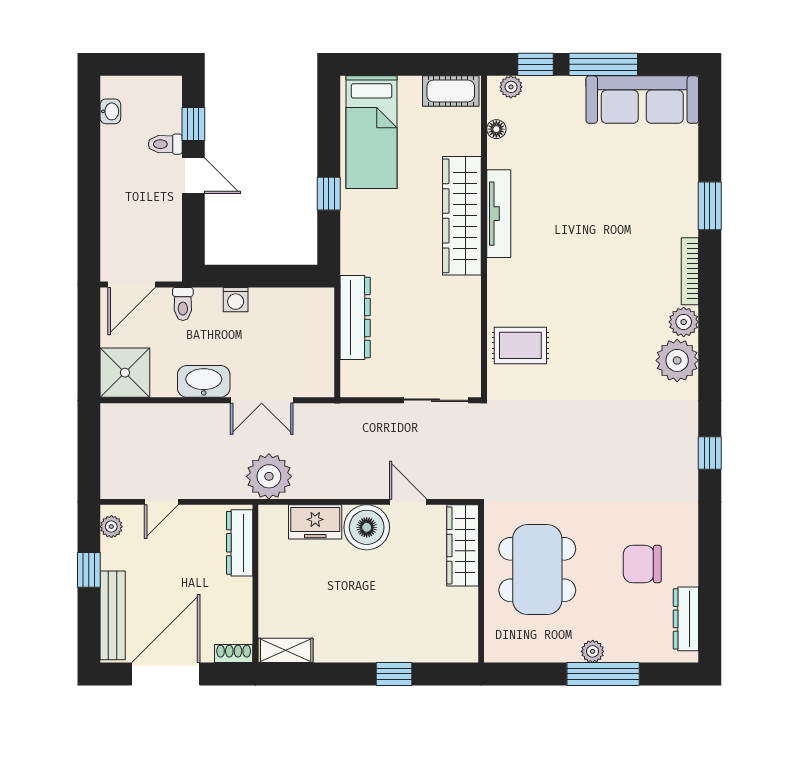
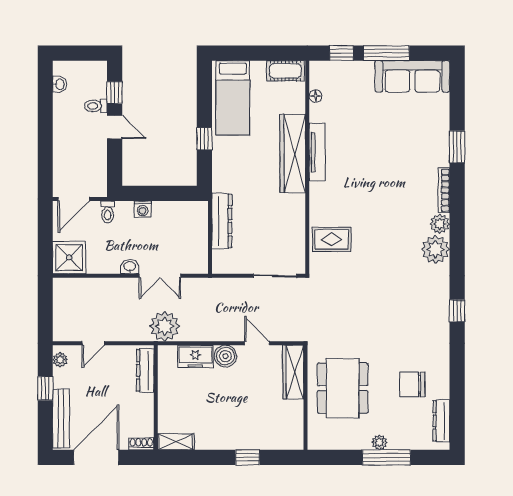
plant: (511, 87) -> (325, 68), removed
washbasin: (204, 381) -> (130, 267), width x0.52, depth x0.69
boiler: (367, 527) -> (225, 356), width x0.73, depth x0.73

